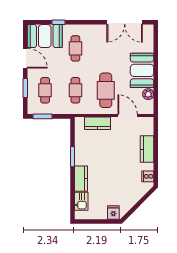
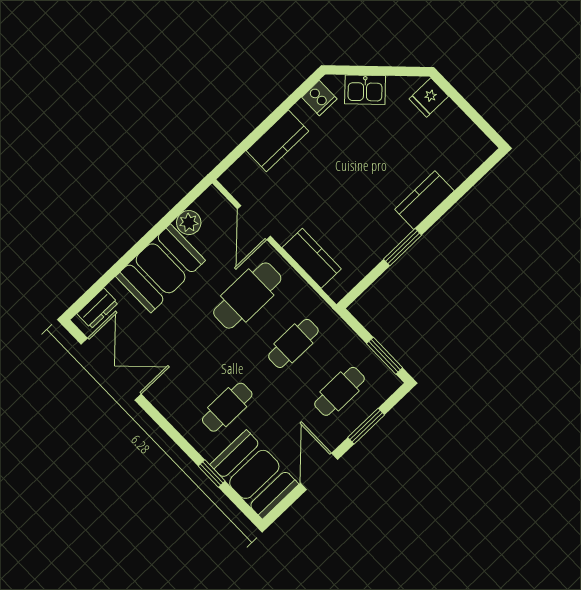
dresser: (149, 37) -> (98, 308), added
kitchen sink: (81, 201) -> (365, 90), moved, turned -135

